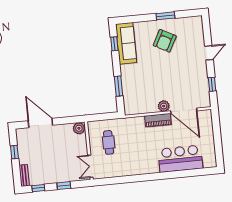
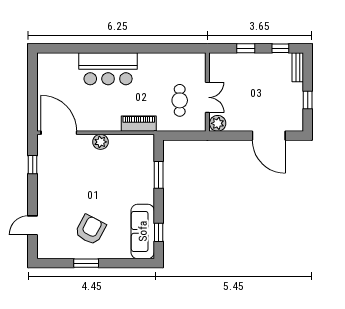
door: (209, 53) -> (33, 225), moved
door: (184, 111) -> (59, 133), moved
piano: (158, 120) -> (139, 124), moved
bar counter: (180, 159) -> (108, 69), moved
double door: (90, 166) -> (207, 97), moved

